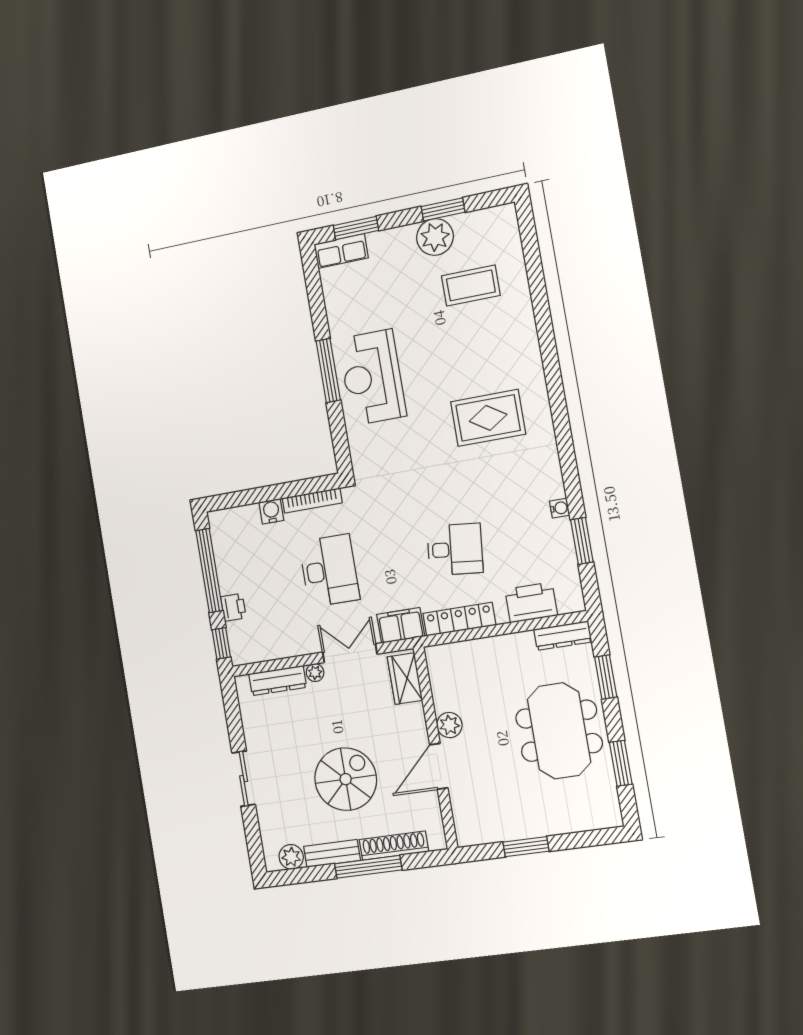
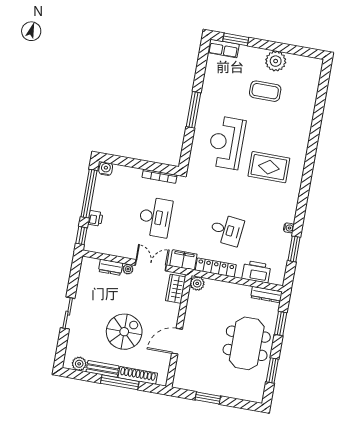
window: (443, 209) -> (285, 48), removed
coffee table: (471, 285) -> (265, 91), moved
reception desk: (372, 377) -> (226, 143), moved
water cooler: (271, 511) -> (106, 169), moved
dresser: (278, 681) -> (111, 267), width x0.70
plant: (449, 725) -> (197, 283), moved

